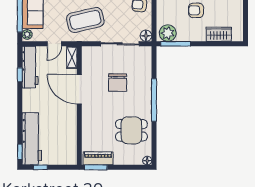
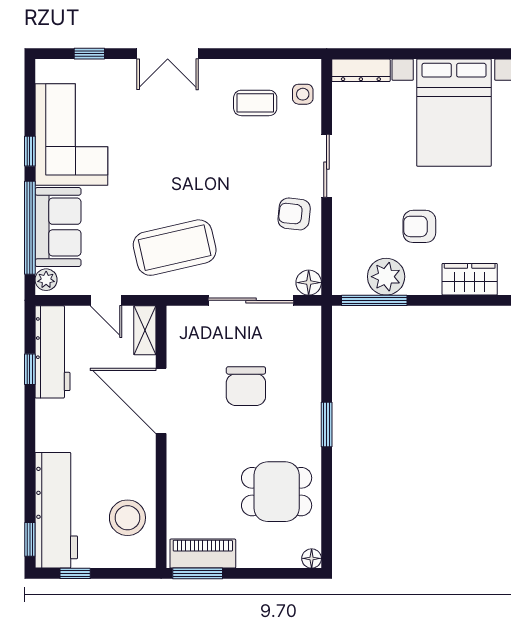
plant: (168, 33) -> (386, 277), moved
door: (54, 44) -> (106, 300), hinge flipped
window: (154, 100) -> (327, 425), width x0.47
stool: (64, 142) -> (127, 518), added

